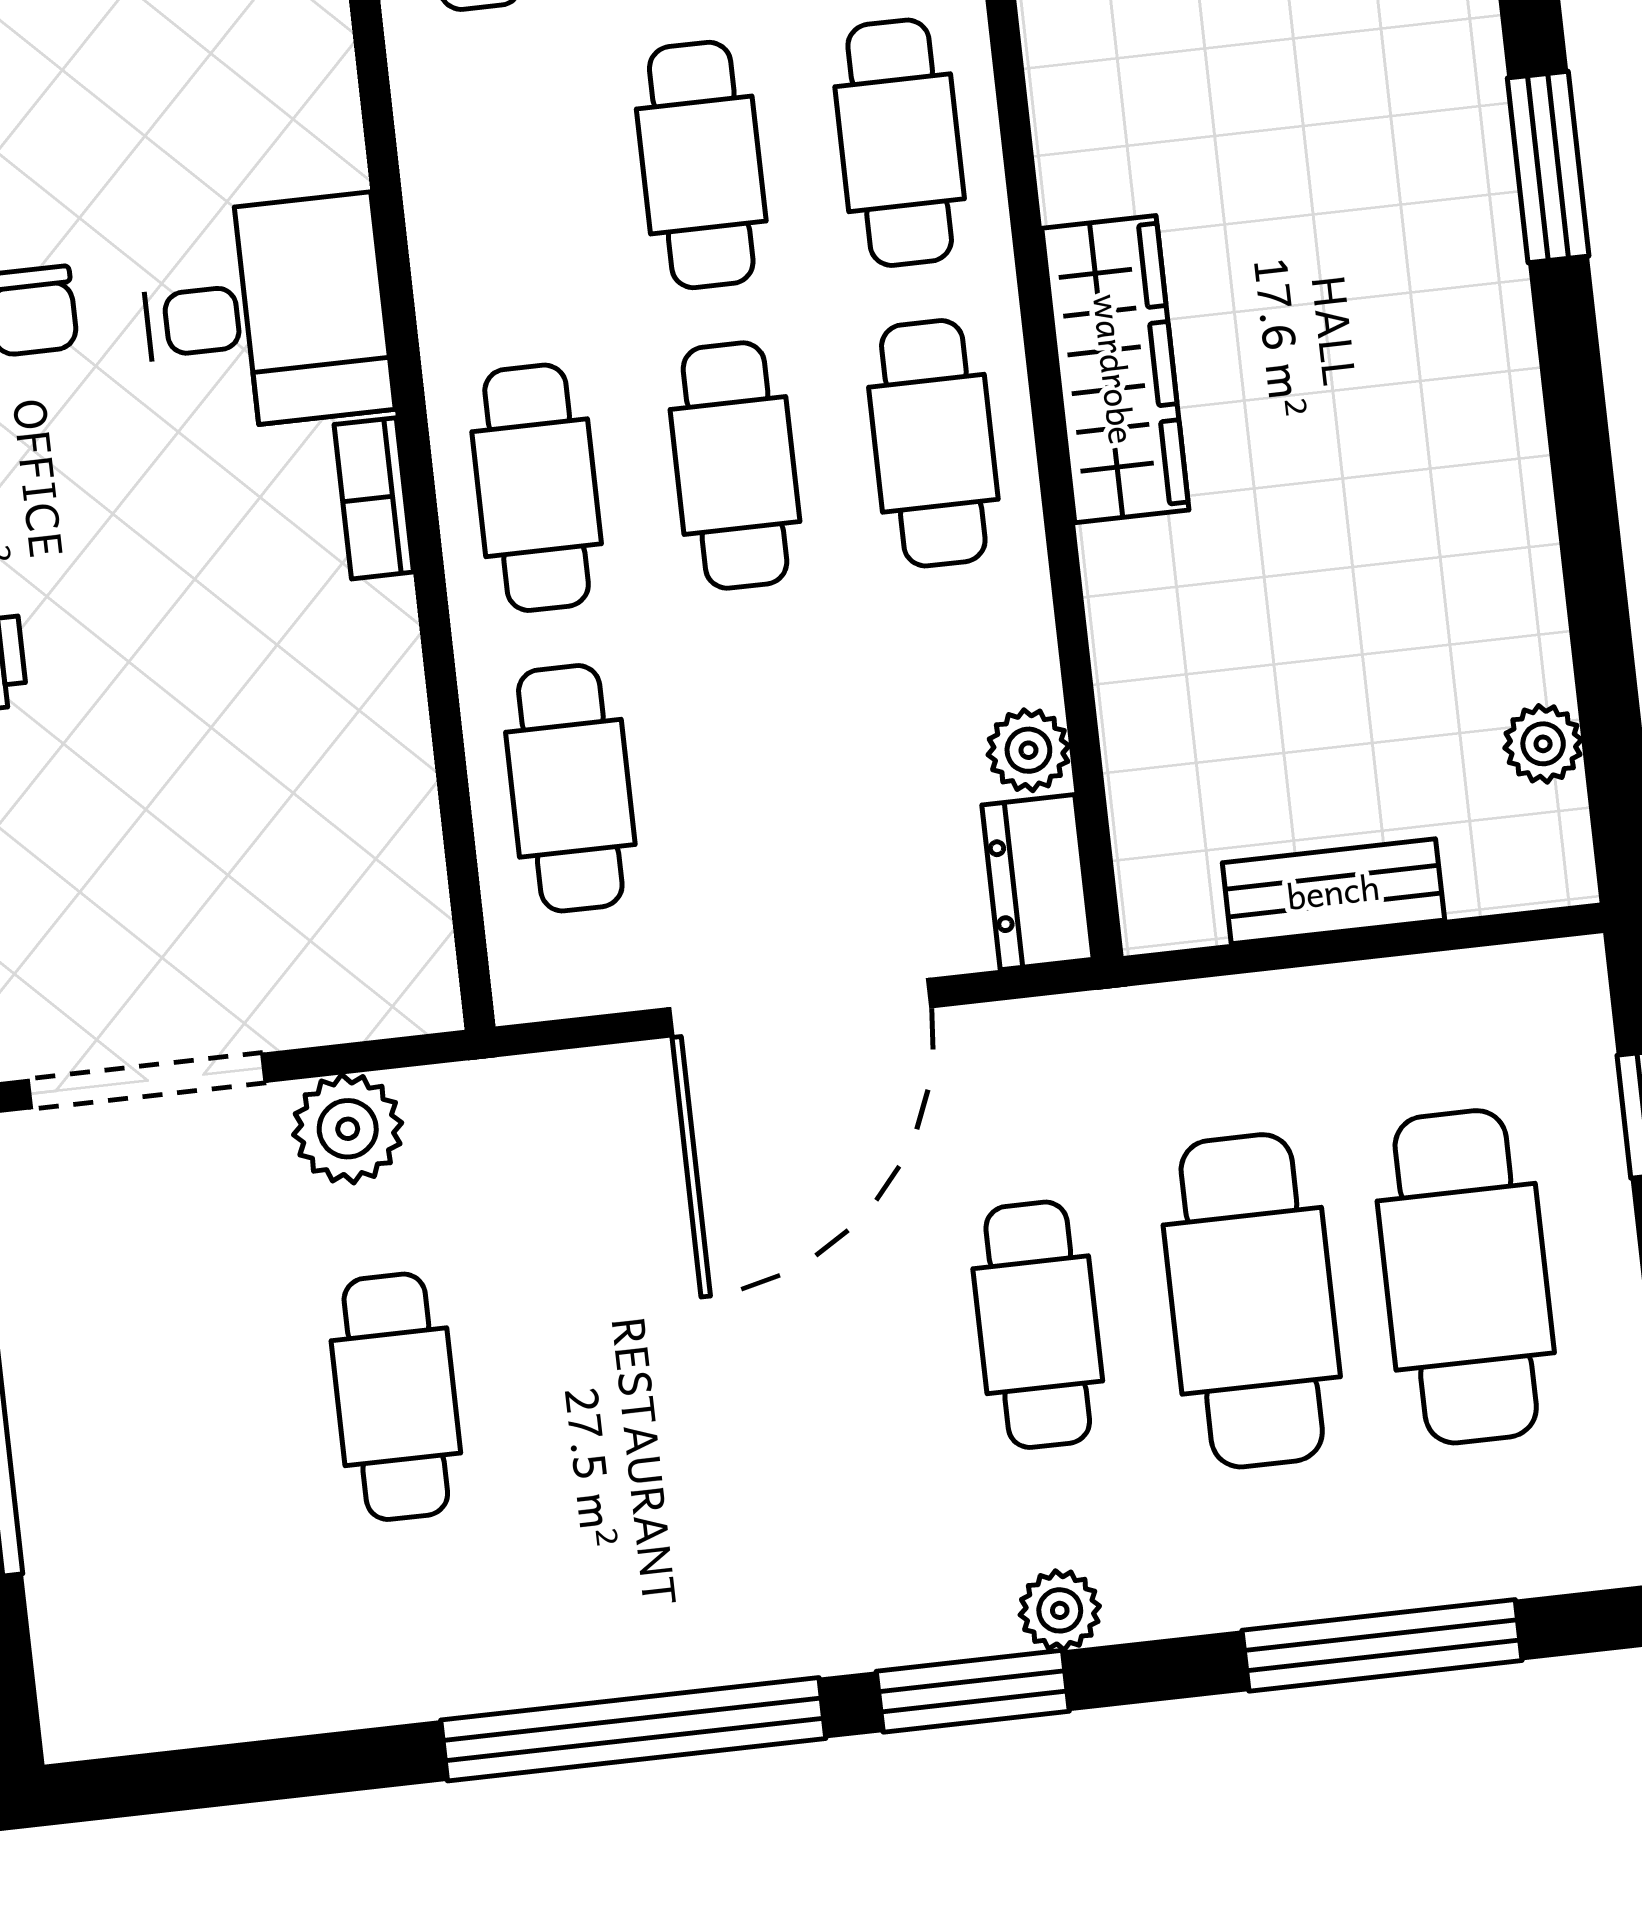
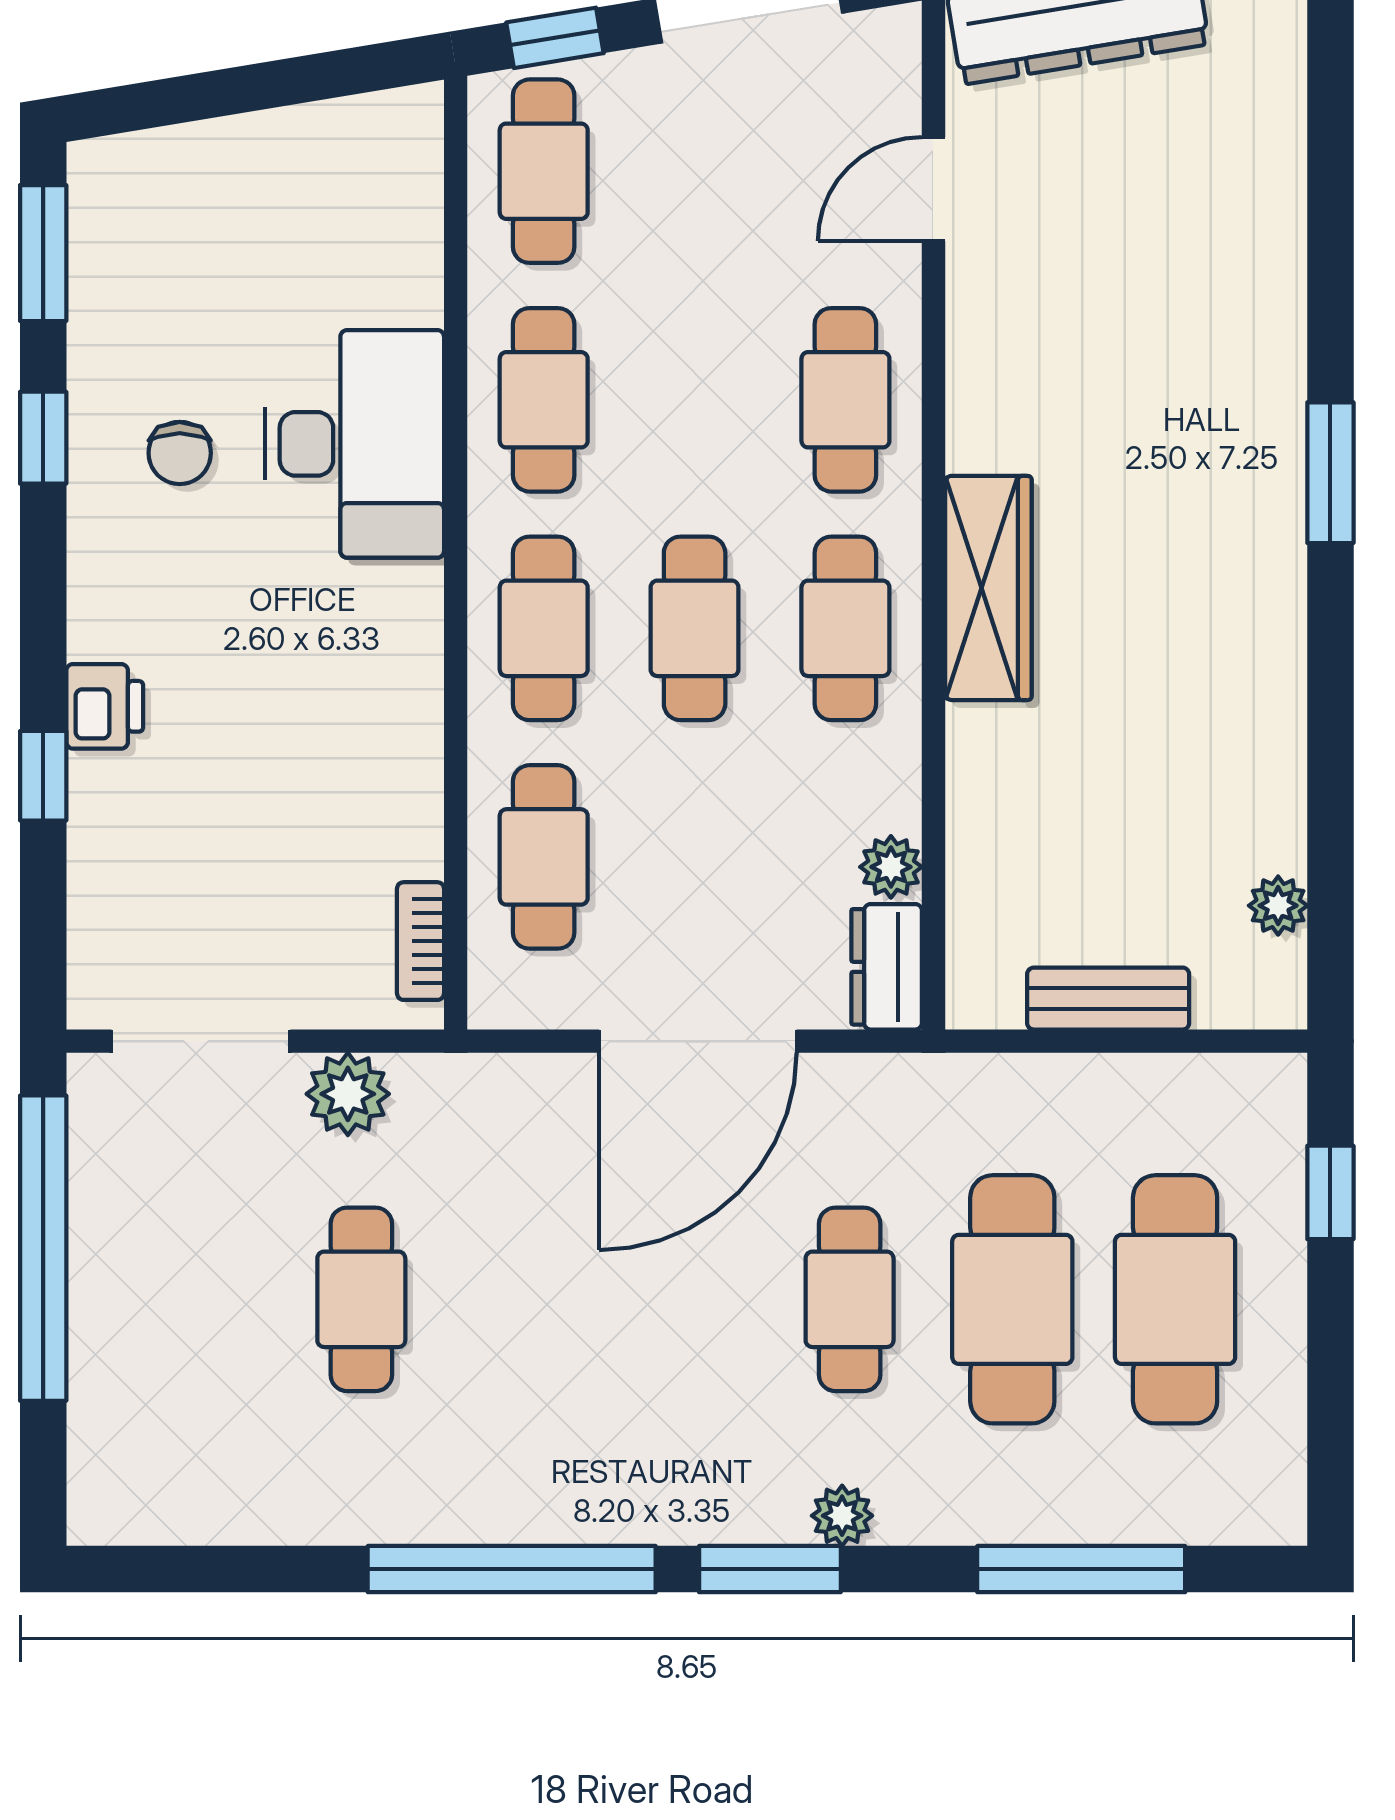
cafe table: (701, 165) -> (544, 400), moved
desk: (265, 314) -> (355, 444), width x1.37
bookcase: (374, 498) -> (420, 941), moved

